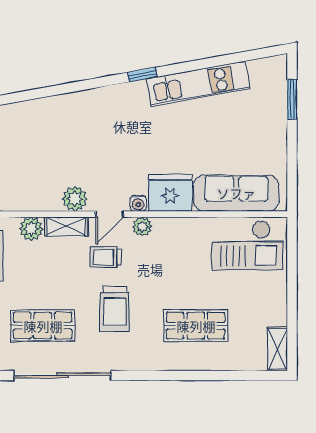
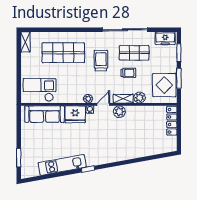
trolley: (106, 257) -> (128, 73), moved
shop shelf: (196, 326) -> (63, 53), width x1.43, depth x1.36

